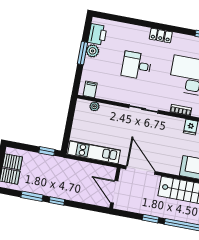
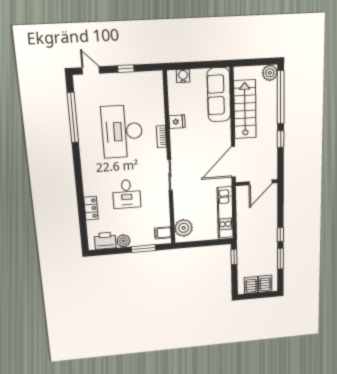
locker: (161, 36) -> (91, 208), moved
window: (82, 53) -> (143, 249), moved
plant: (94, 106) -> (184, 228), width x1.88, depth x1.88

